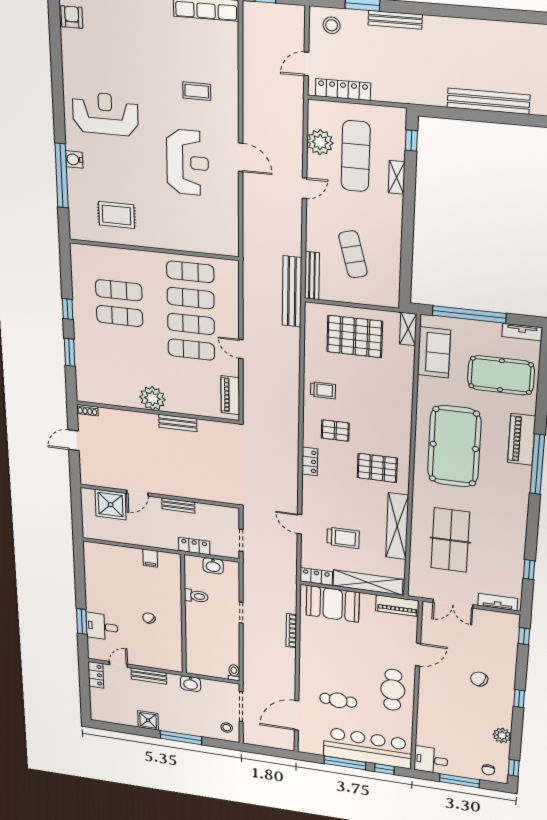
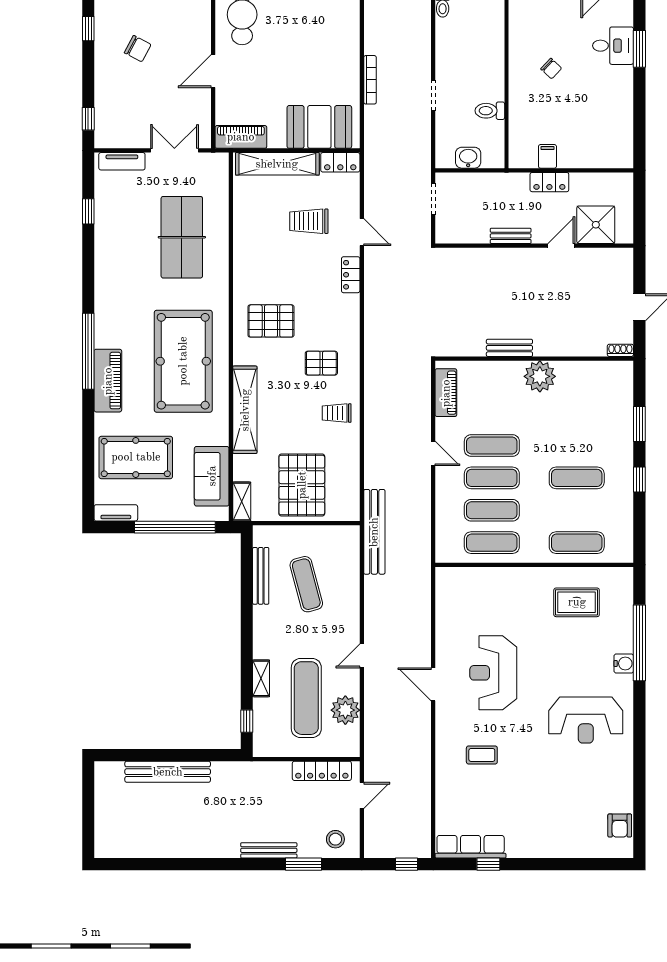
bench: (312, 276) -> (261, 576), moved
exercise mat: (119, 290) -> (577, 543), moved
pallet: (355, 336) -> (302, 485), turned 90
locker: (310, 461) -> (351, 275), moved
shelving: (397, 526) -> (245, 410), moved
locker: (194, 546) -> (549, 182), moved

